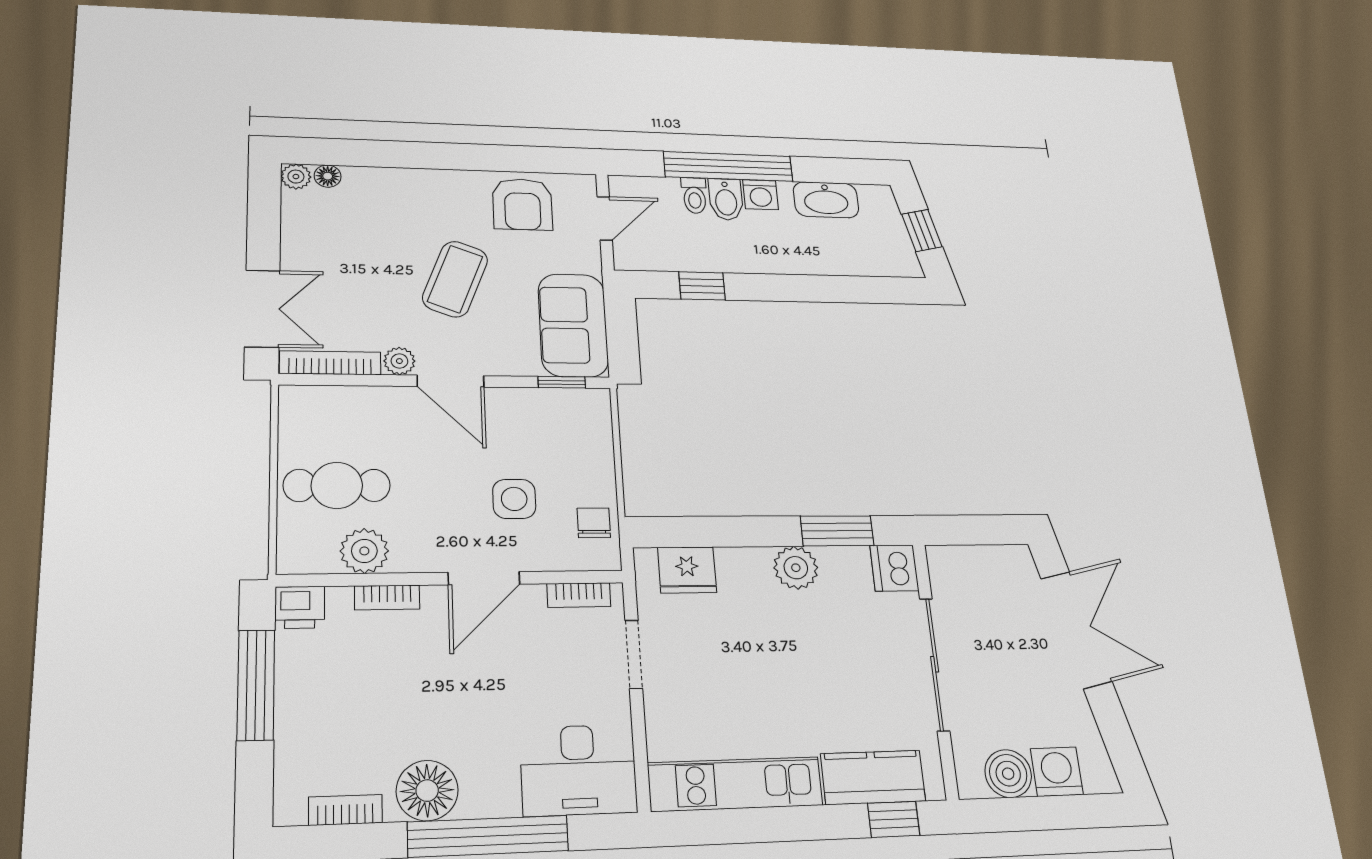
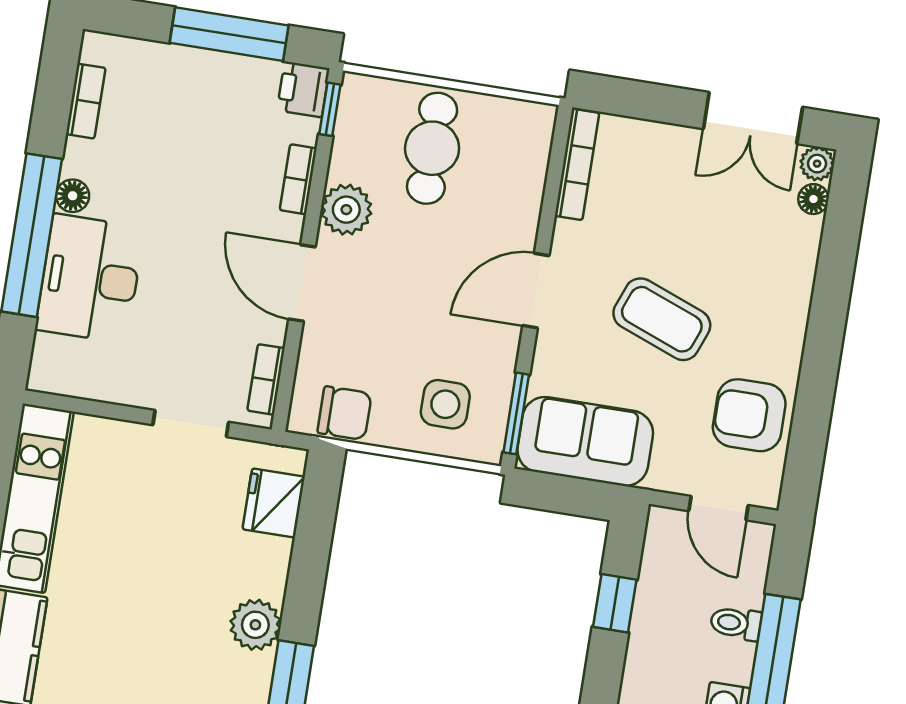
bidet: (726, 199) -> (726, 661), removed
double door: (262, 309) -> (753, 118), moved
plant: (399, 361) -> (568, 239), removed
window: (562, 382) -> (516, 413), width x1.50
side table: (514, 499) -> (445, 404), moved
chair: (594, 523) -> (345, 413), width x1.37, depth x1.37
plant: (364, 551) -> (346, 210), moved
window: (315, 580) -> (330, 109), added
desk: (578, 770) -> (90, 279), moved
floor lamp: (427, 791) -> (73, 196), width x0.53, depth x0.53

